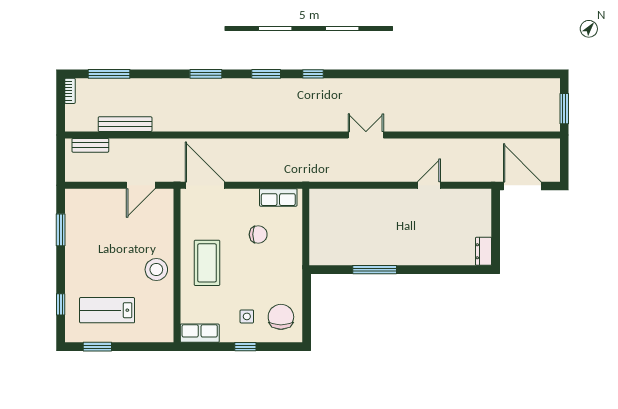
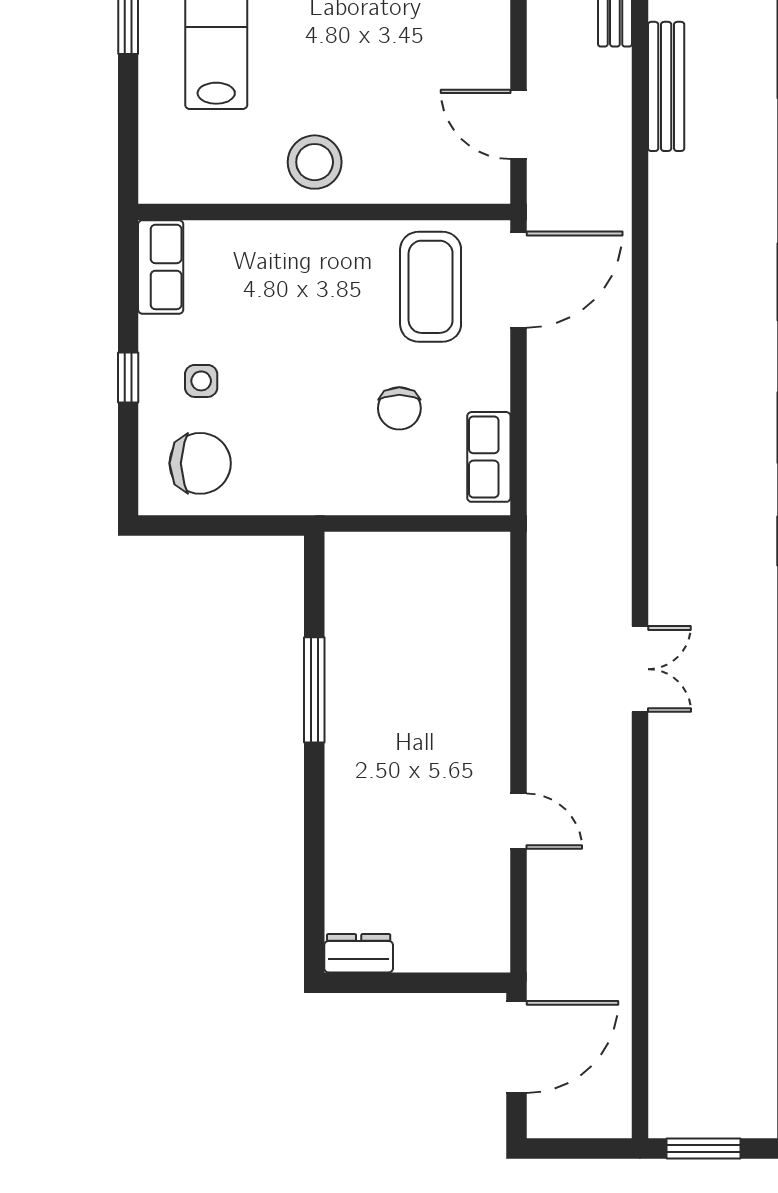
coffee table: (207, 263) -> (431, 287), moved, turned 90

